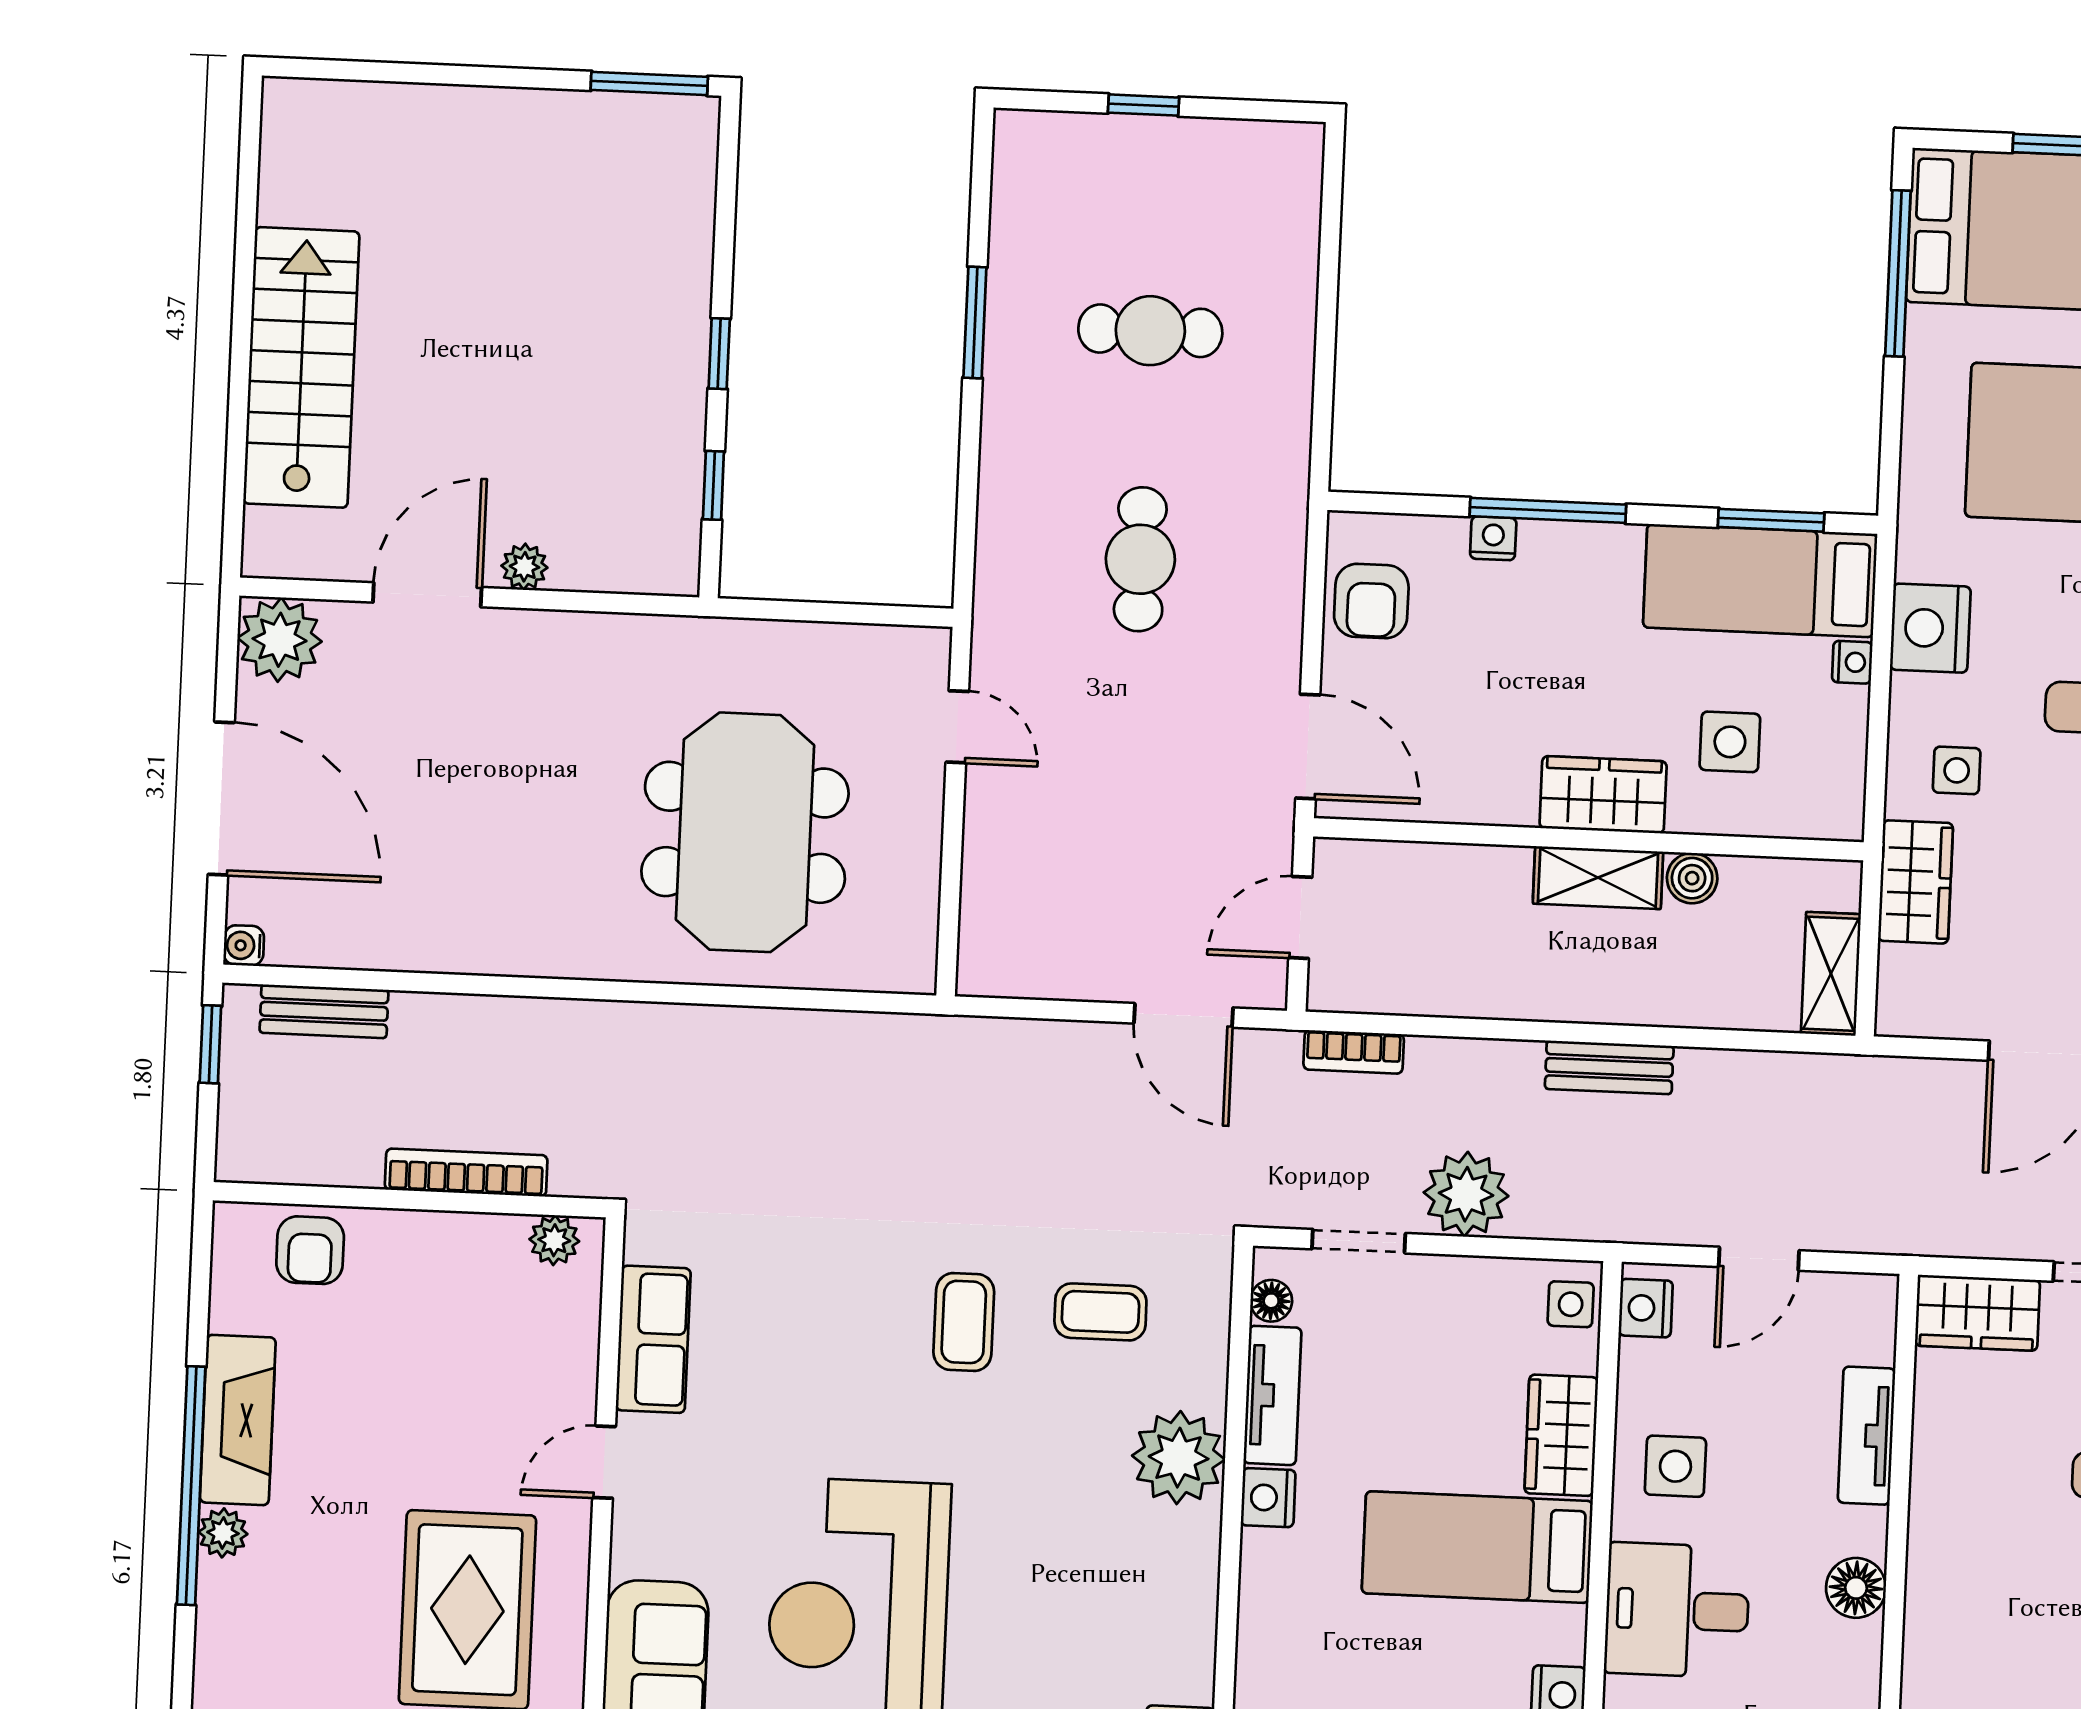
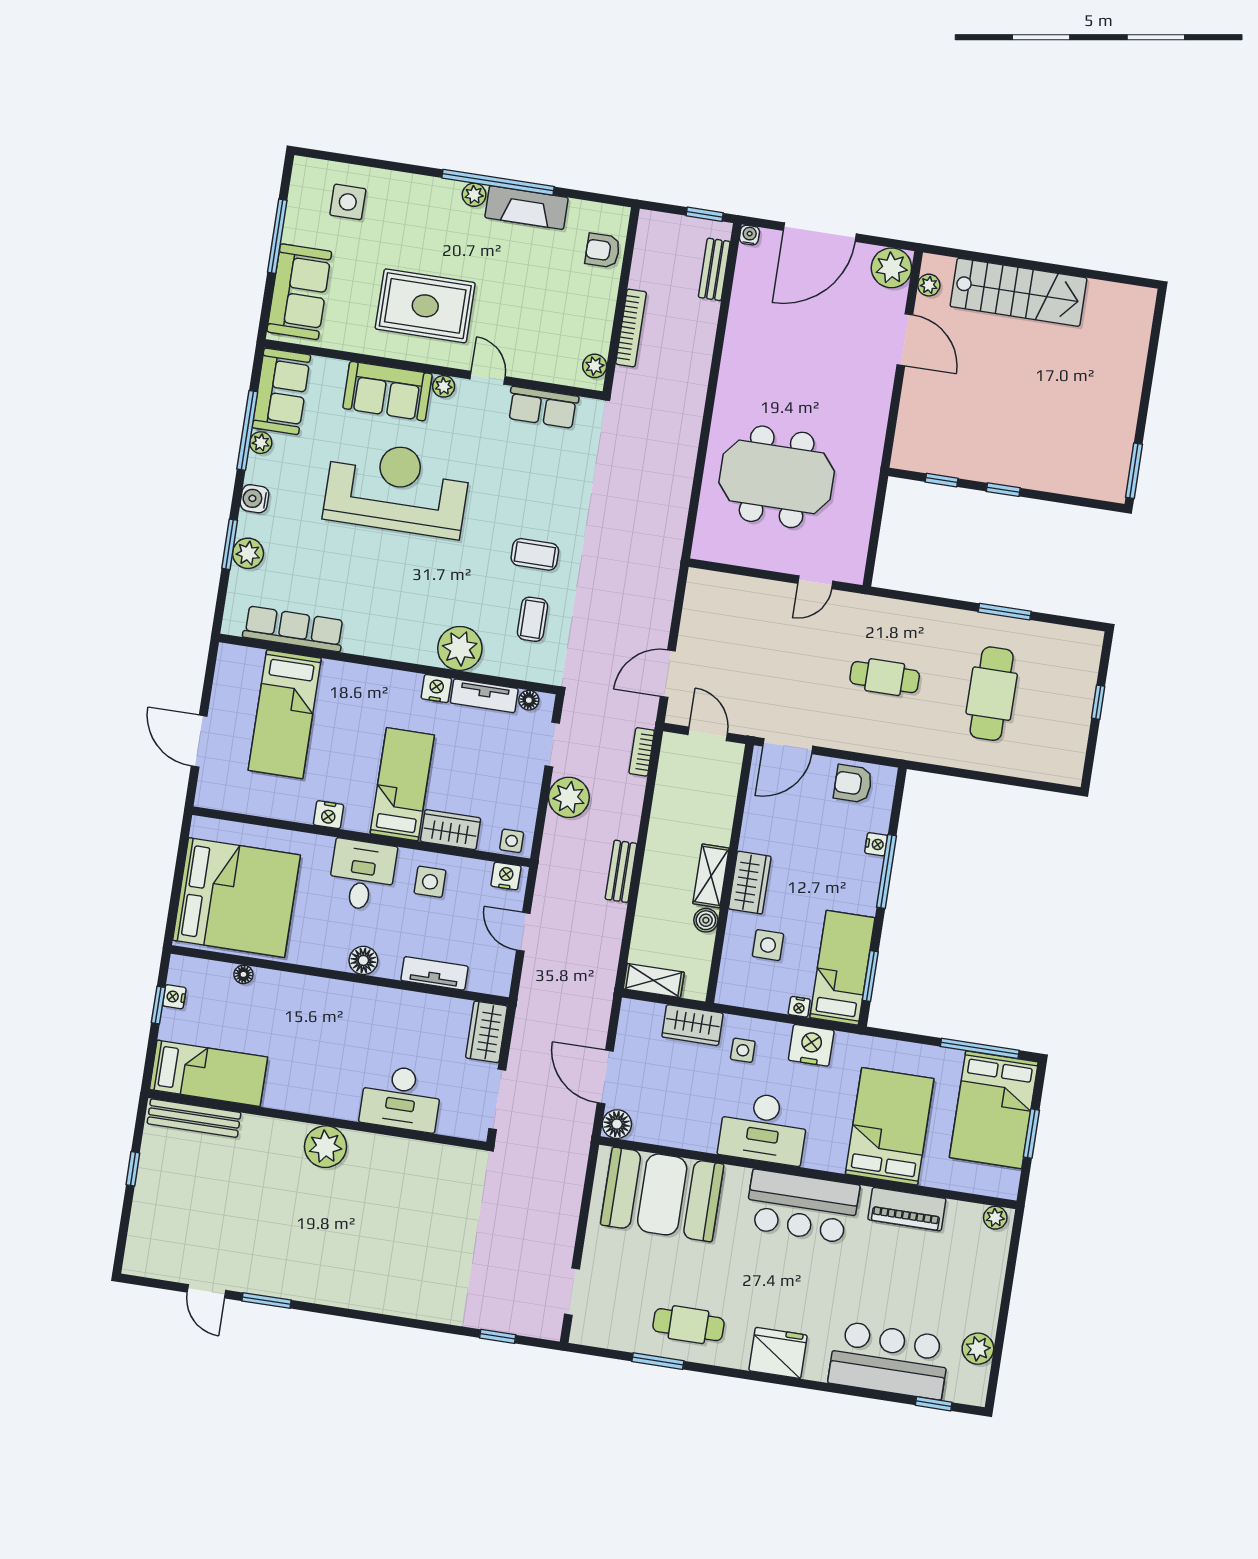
cafe table: (1150, 331) -> (992, 694), width x1.37, depth x1.35
plant: (524, 567) -> (929, 285), moved
plant: (632, 1552) -> (444, 386), added

